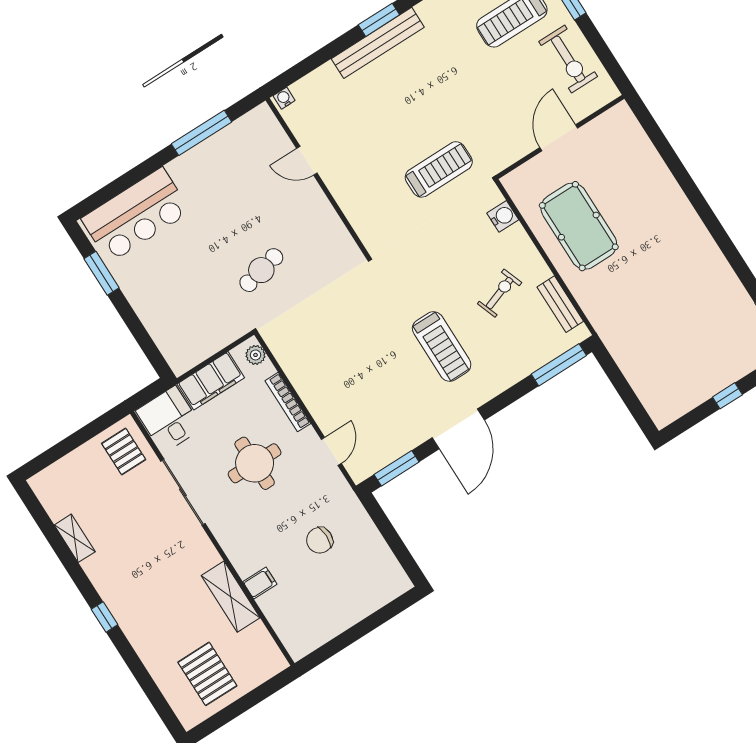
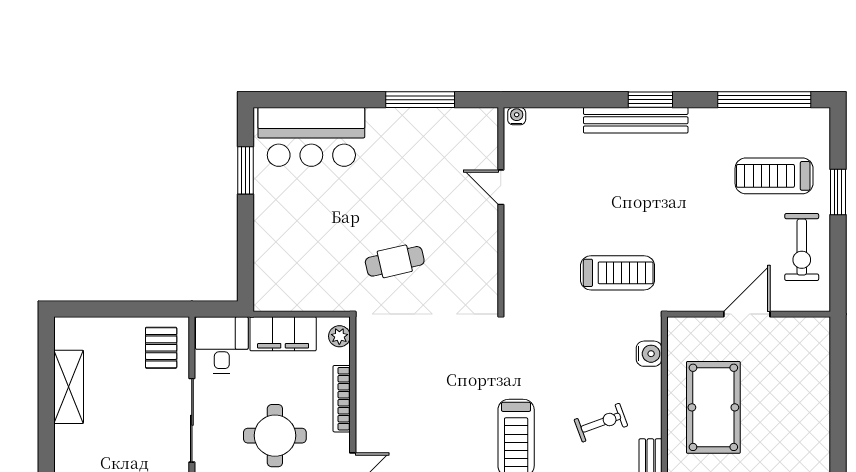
shelving: (75, 538) -> (69, 387), width x1.50, depth x1.33

